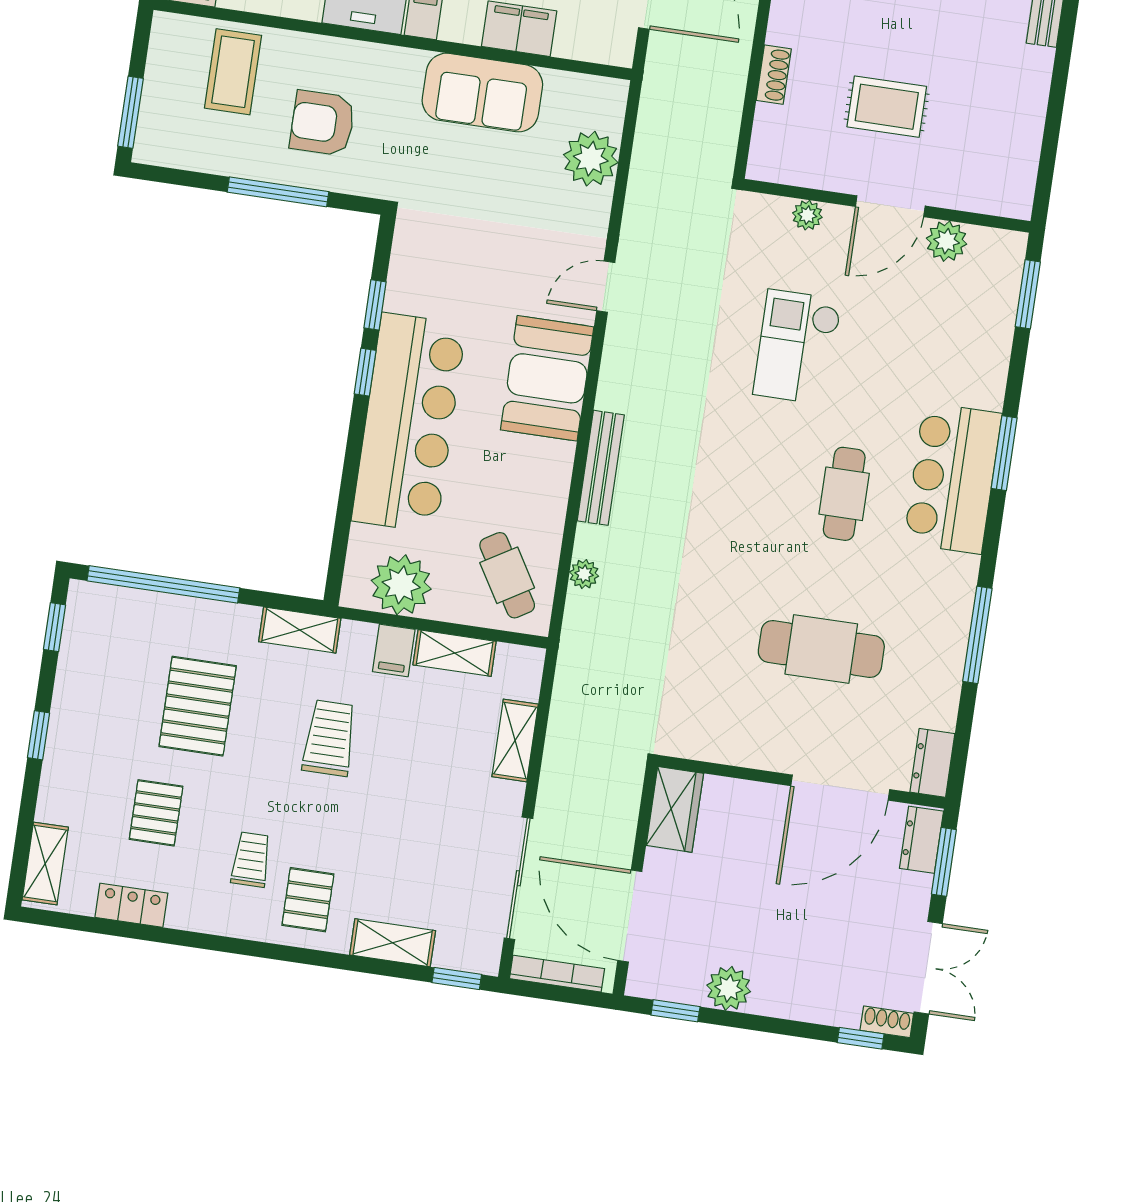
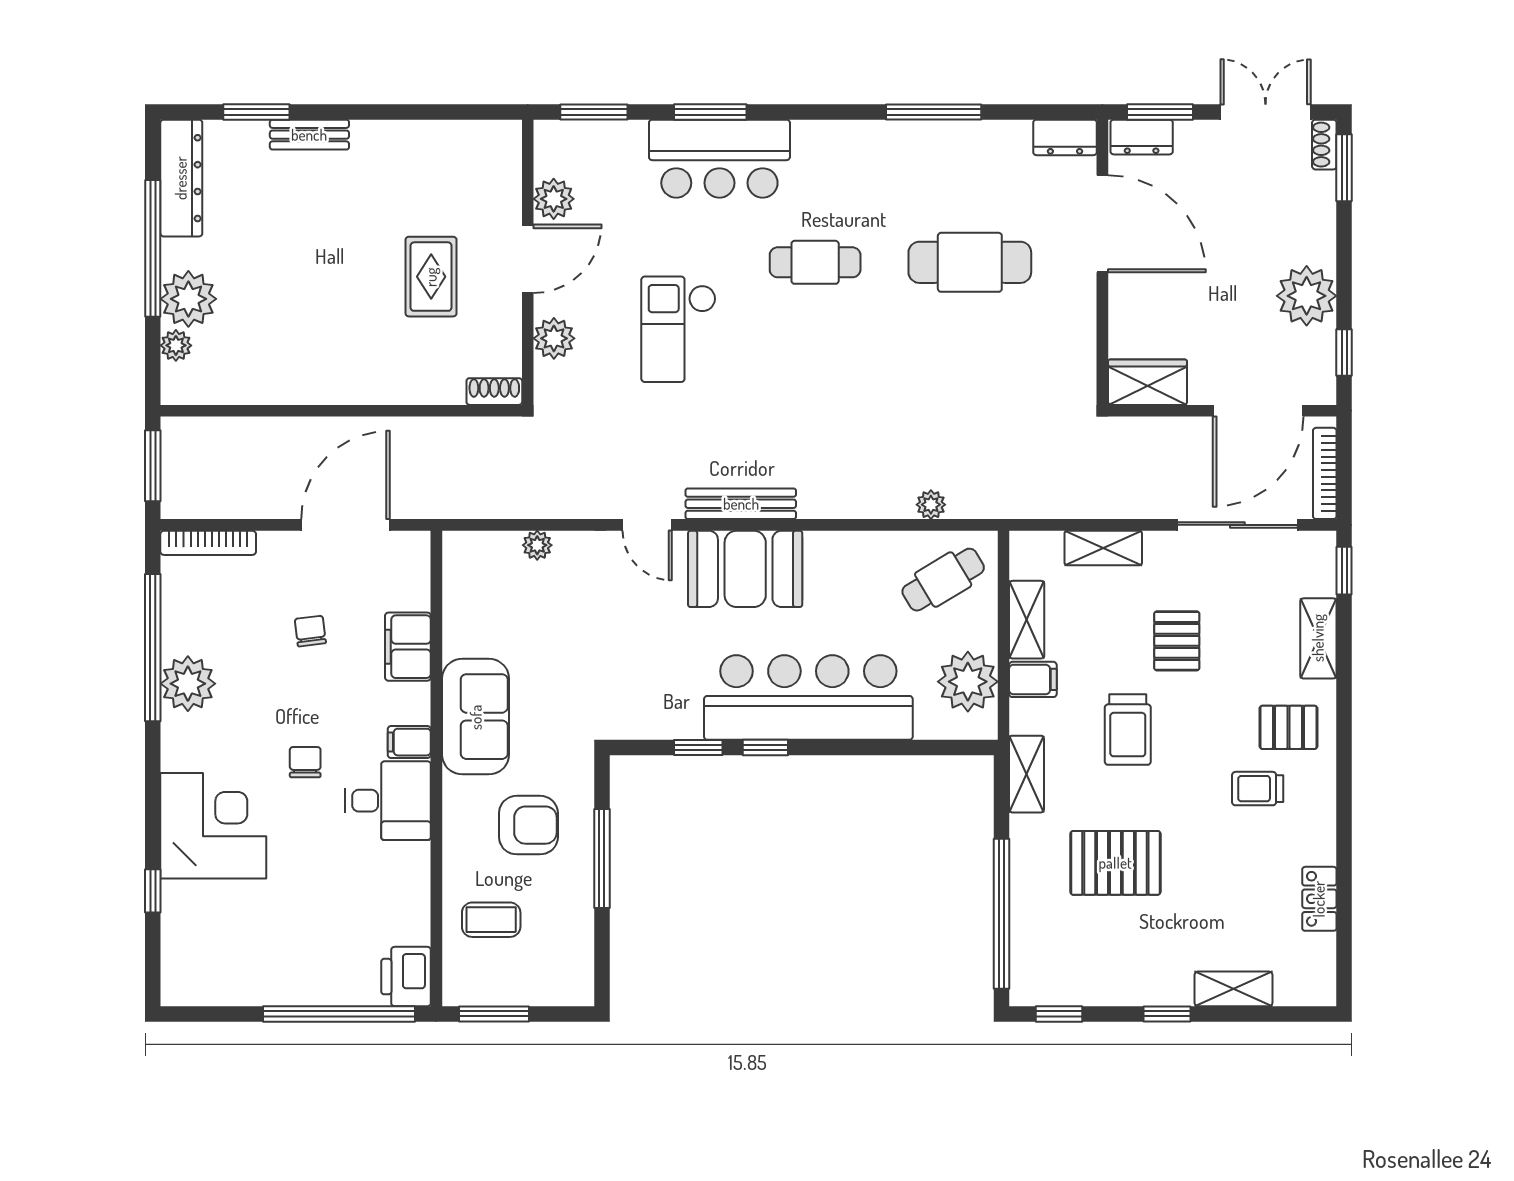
coffee table: (233, 72) -> (491, 920), width x0.73, depth x0.77
shoe rack: (774, 75) -> (494, 392), moved
sofa: (482, 93) -> (476, 717), moved
window: (131, 112) -> (494, 1014), moved
armchair: (322, 123) -> (528, 825), turned -90
plant: (591, 159) -> (537, 545), width x0.53, depth x0.53
door: (890, 206) -> (528, 259), hinge flipped
plant: (807, 215) -> (554, 338), width x1.38, depth x1.38
checkout: (797, 347) -> (679, 329), turned 90
window: (1004, 453) -> (710, 112), moved
bench: (601, 468) -> (741, 504), moved
bar counter: (953, 478) -> (719, 159), moved
cafe table: (821, 649) -> (970, 262), turned 90
trolley: (329, 738) -> (1128, 730), turned -90
pallet: (156, 813) -> (1177, 641), moved, turned 90
shelving: (45, 863) -> (1234, 989), moved
plant: (729, 988) -> (1307, 296), width x1.36, depth x1.36
window: (861, 1038) -> (1344, 168), width x1.50

